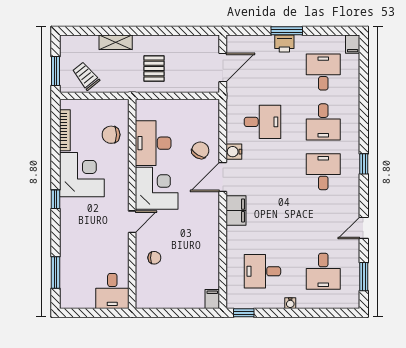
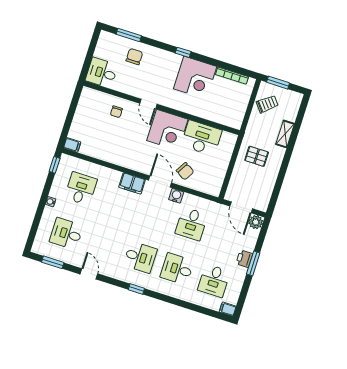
plant: (235, 44) -> (256, 222), added
desk: (323, 72) -> (214, 281), turned 90
chair: (111, 135) -> (134, 57), moved

